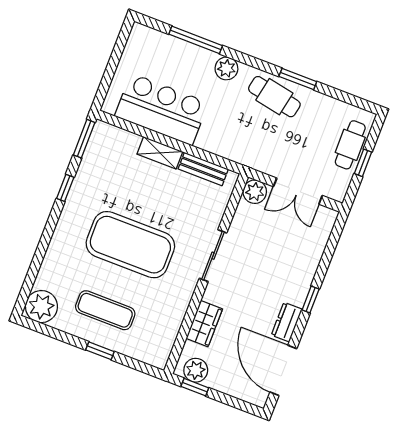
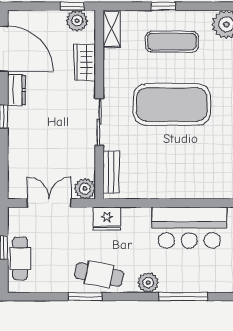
fridge: (244, 152) -> (107, 219), added
shelving: (160, 153) -> (112, 29), moved, turned 90
bench: (203, 169) -> (111, 172), moved, turned 90

